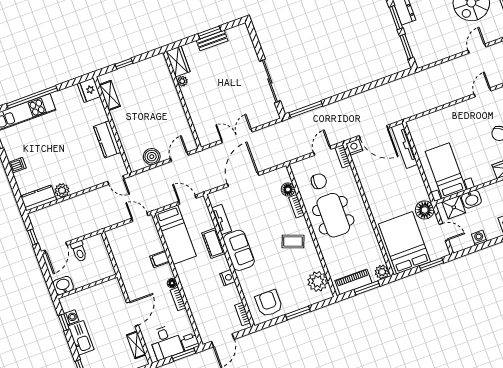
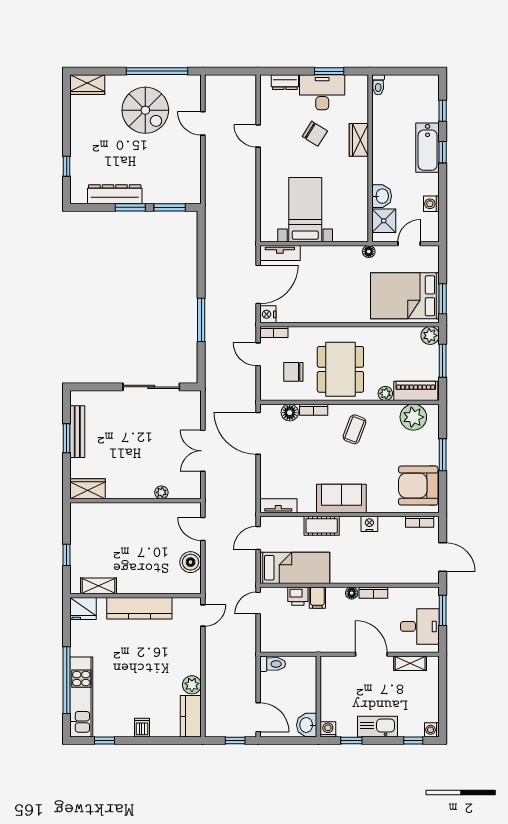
bench: (212, 41) -> (77, 432), width x1.36
plant: (182, 81) -> (161, 492), moved
window: (306, 109) -> (201, 320), moved
kitchen counter: (107, 139) -> (139, 608), width x1.50
tv unit: (405, 146) -> (280, 253), width x0.71
bed with nightstands: (446, 171) -> (305, 210), moved, turned 90
door: (243, 179) -> (258, 433), moved
chair: (319, 181) -> (293, 372), turned -90
floor lamp: (425, 210) -> (369, 252), width x0.53, depth x0.53
dining table: (333, 215) -> (340, 369), turned 90
tv unit: (221, 219) -> (278, 506), moved
toilet: (79, 251) -> (273, 664), moved
plant: (328, 255) -> (385, 393), added
window: (431, 264) -> (443, 299), moved
piano: (353, 282) -> (416, 391), moved, turned 90
armchair: (269, 303) -> (418, 486), width x1.36, depth x1.36
washing machine: (71, 317) -> (328, 729), moved
printer: (190, 342) -> (298, 596), moved, turned -90

